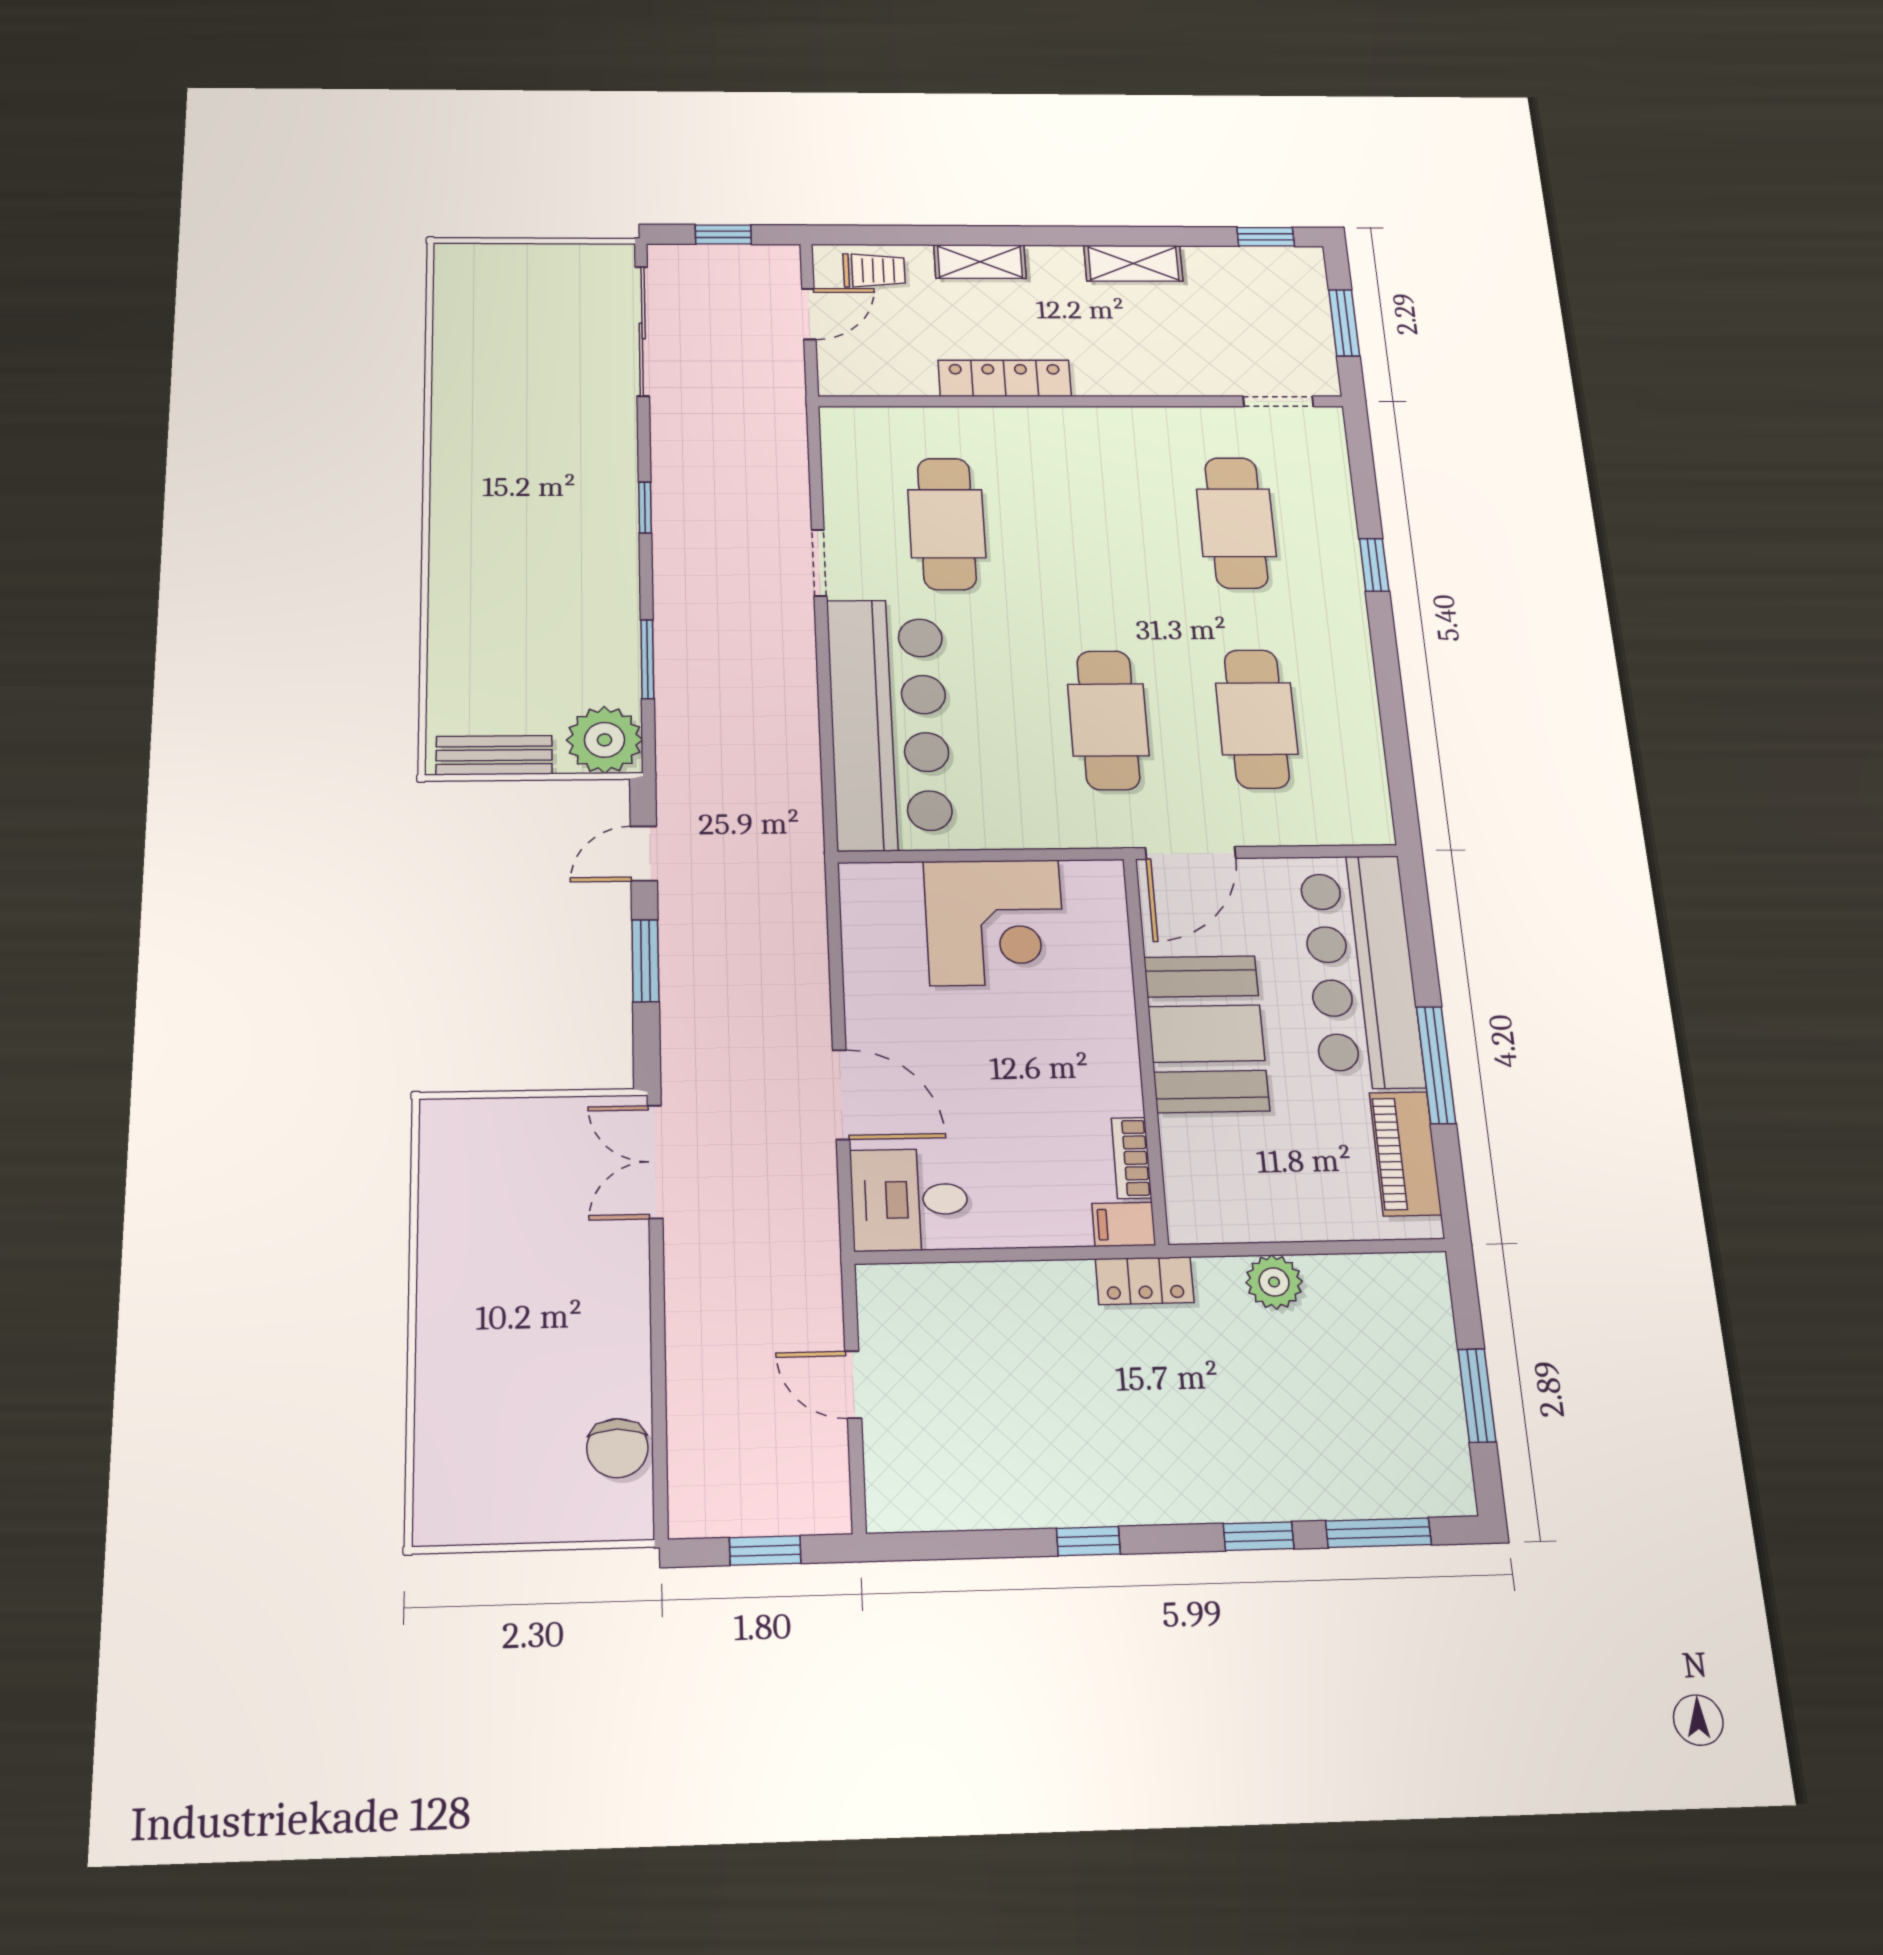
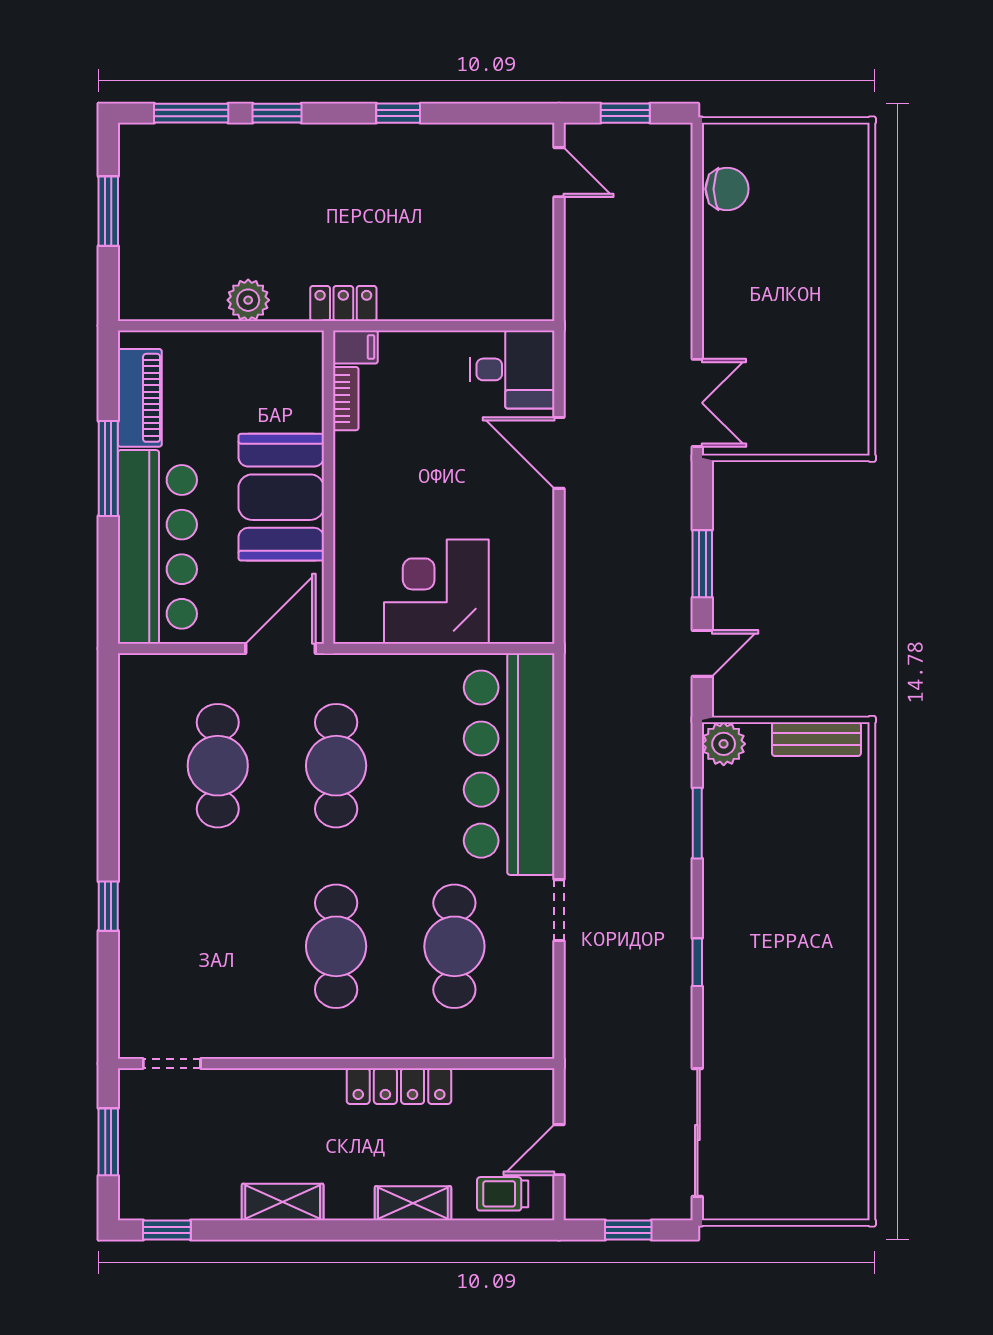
cafe table: (1236, 523) -> (336, 946), moved
plant: (604, 740) -> (724, 744), width x0.73, depth x0.73
door: (853, 1385) -> (559, 172), moved
chair: (617, 1448) -> (727, 189), turned 90

